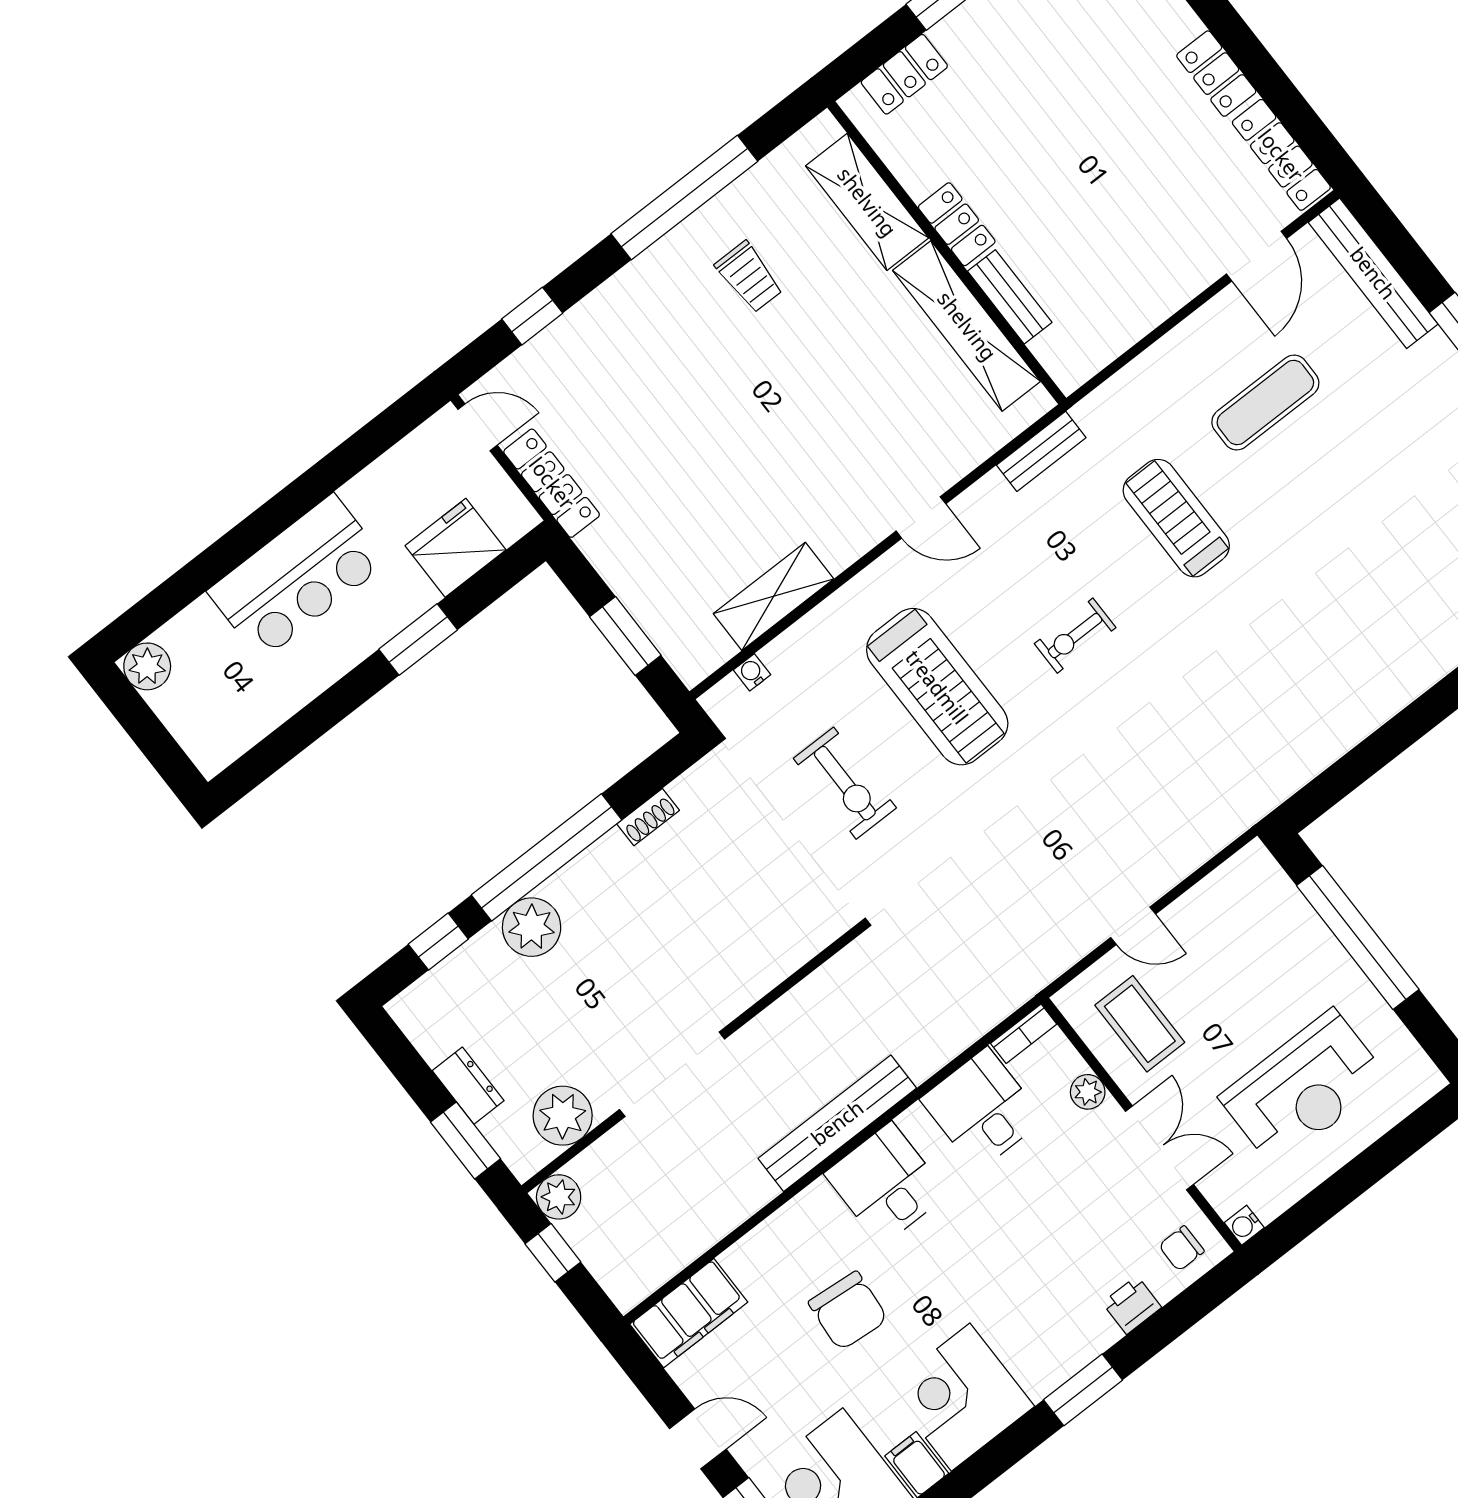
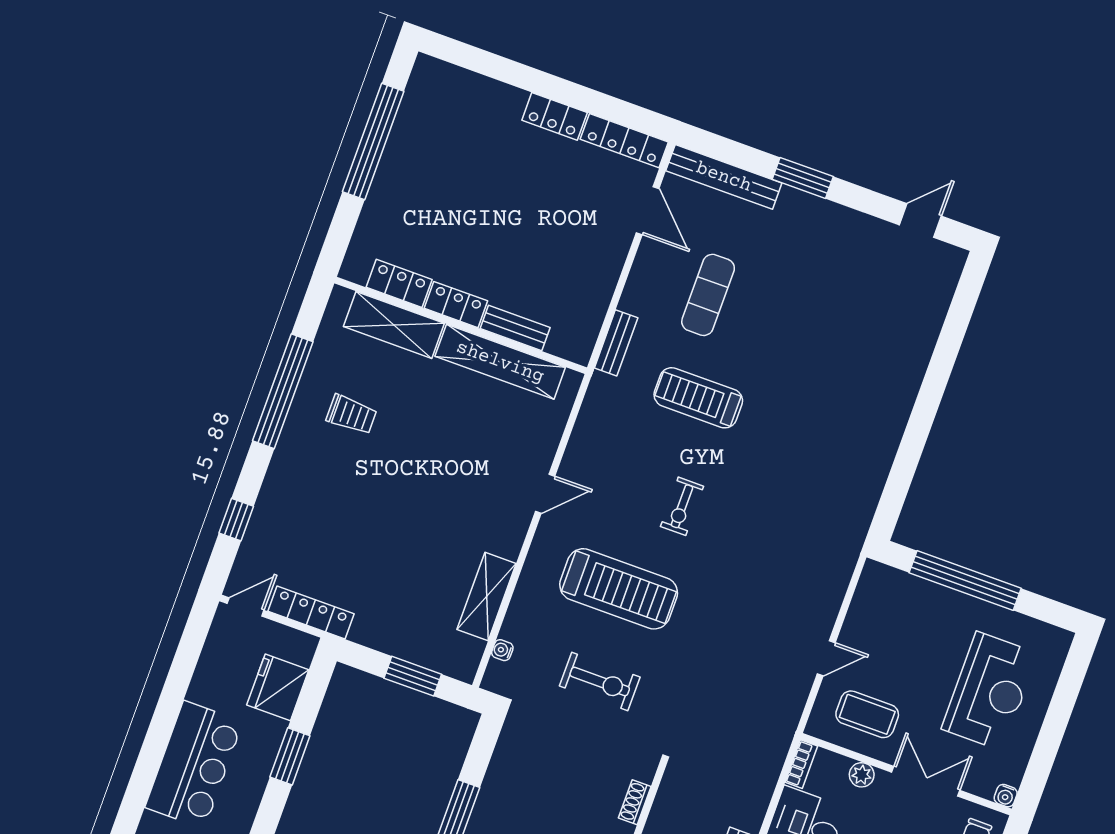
locker: (904, 74) -> (399, 283), moved, turned -90
bench: (1041, 451) -> (616, 343), moved
shoe rack: (648, 817) -> (635, 802), moved, turned 180

